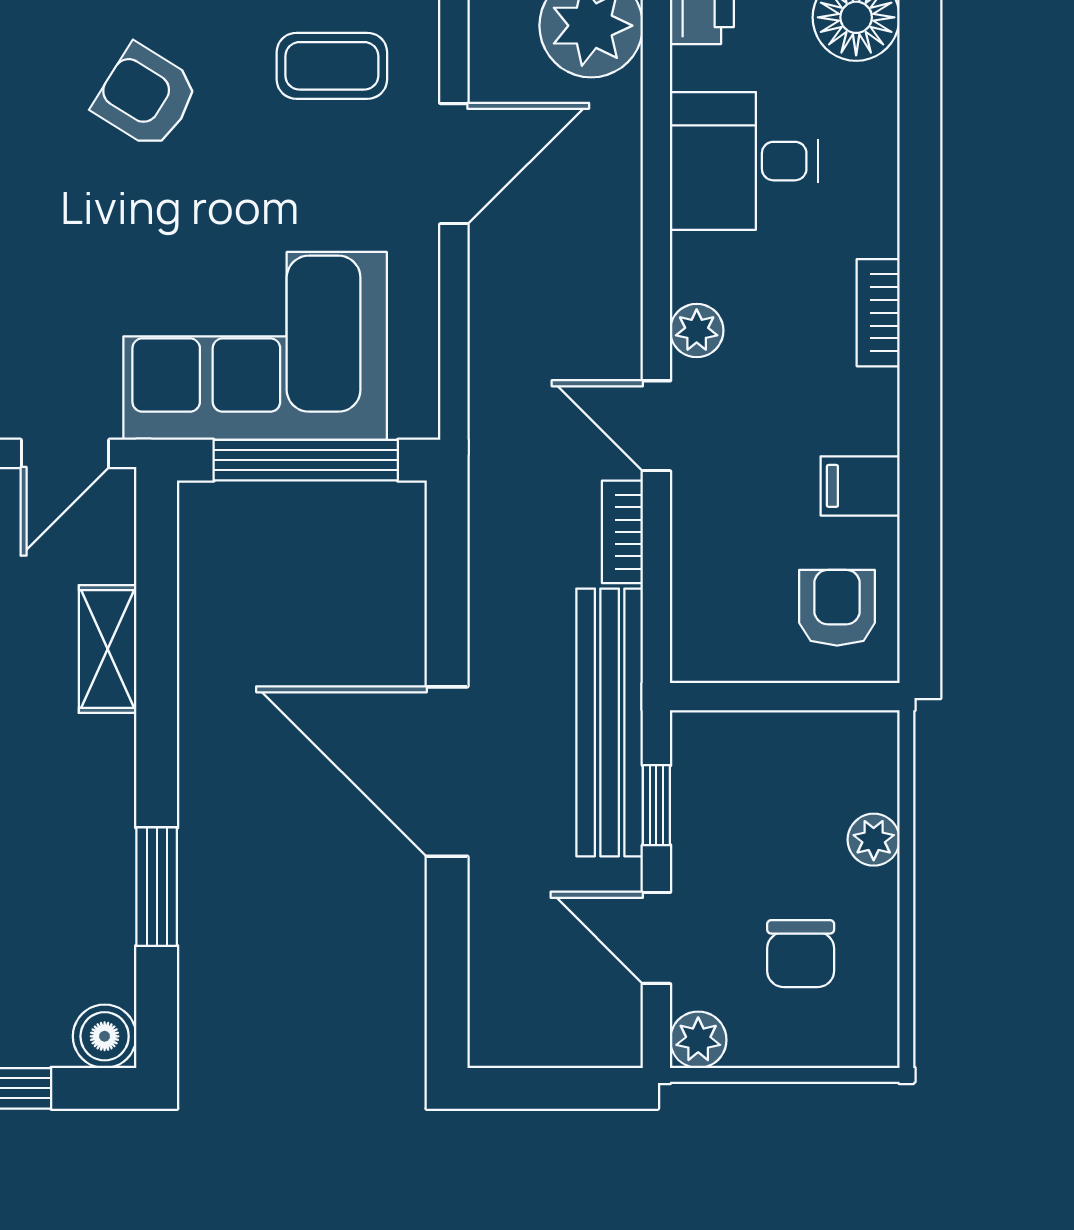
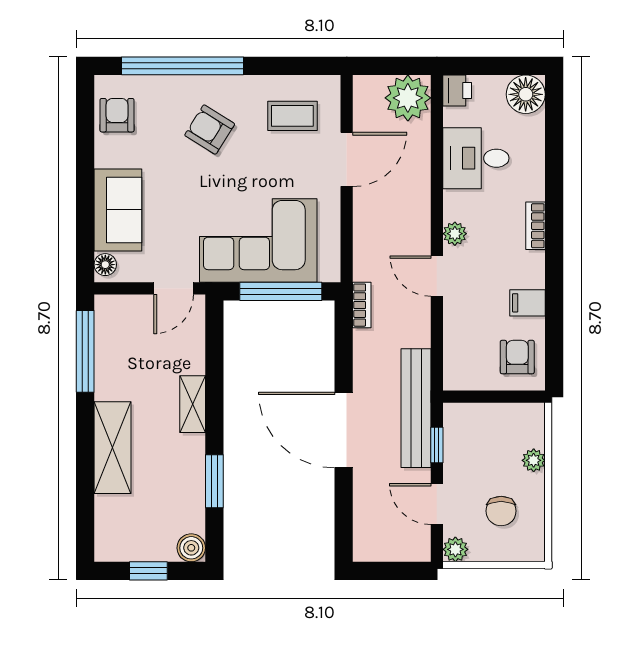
bookcase: (622, 532) -> (362, 305), moved, turned 180
shelving: (108, 649) -> (193, 404), moved

